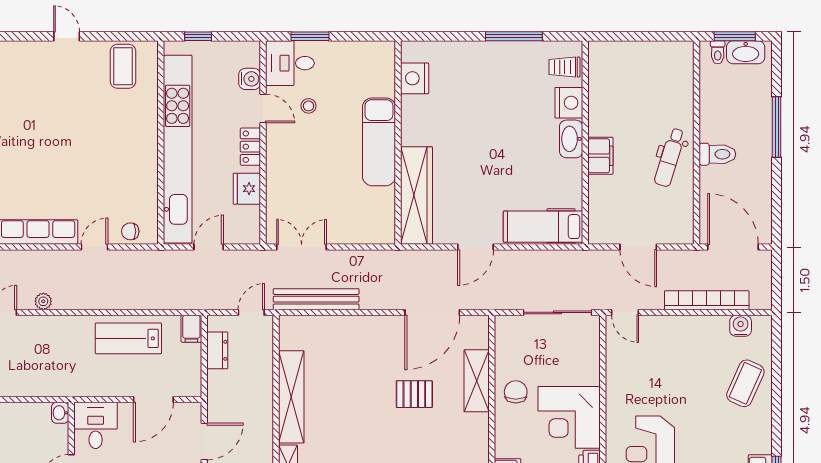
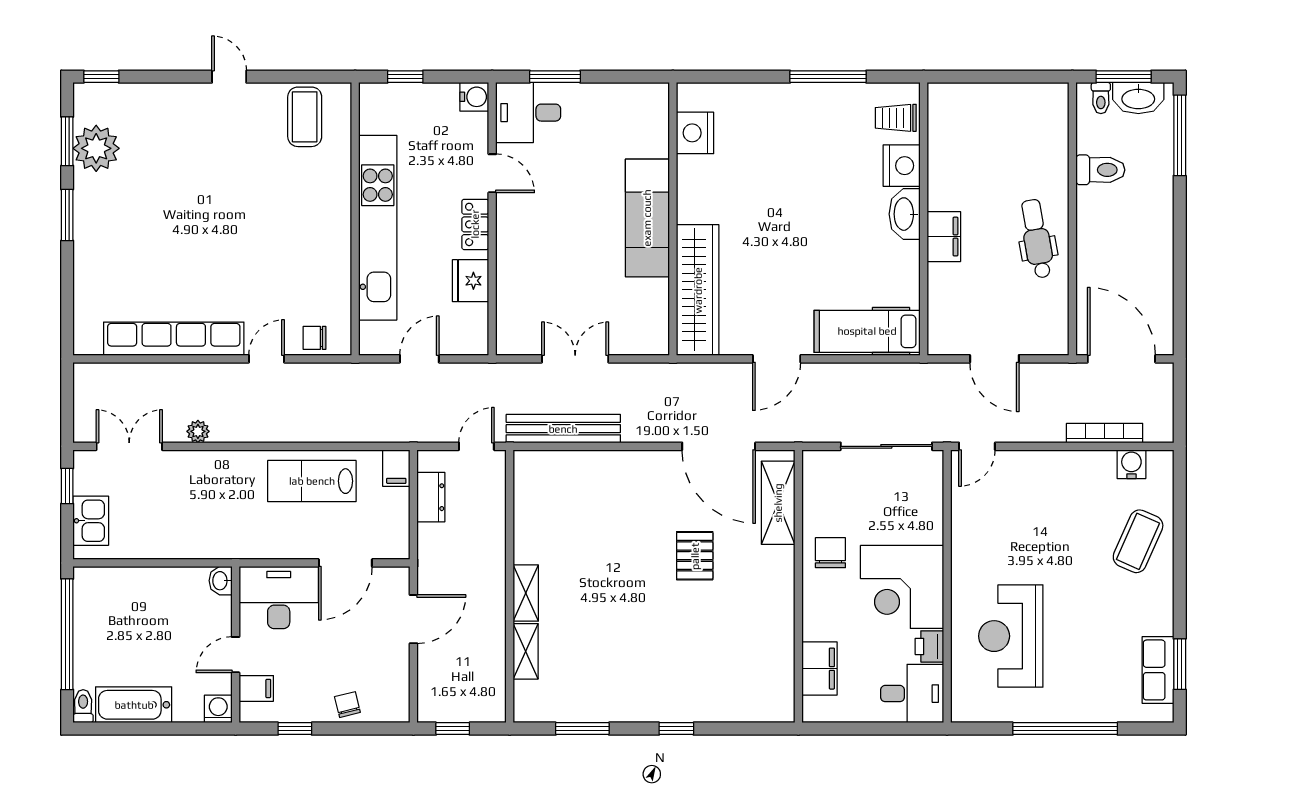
water cooler: (250, 79) -> (474, 97), moved
stool: (308, 106) -> (553, 170), removed
window: (777, 127) -> (1180, 135), moved
kitchen unit: (178, 149) -> (378, 228), width x0.73
toilet: (717, 154) -> (1100, 170), moved
dental chair: (670, 157) -> (1037, 239), turned 153
double door: (302, 247) -> (575, 359), moved
bookcase: (707, 300) -> (1105, 433), width x0.68, depth x0.76
door: (432, 312) -> (719, 446), hinge flipped
door: (625, 312) -> (977, 446), hinge flipped
shelving: (477, 381) -> (778, 503), moved
pallet: (414, 394) -> (695, 556), turned 90
shelving: (291, 397) -> (526, 593), width x0.45, depth x0.75
desk: (96, 425) -> (279, 598), width x1.37

